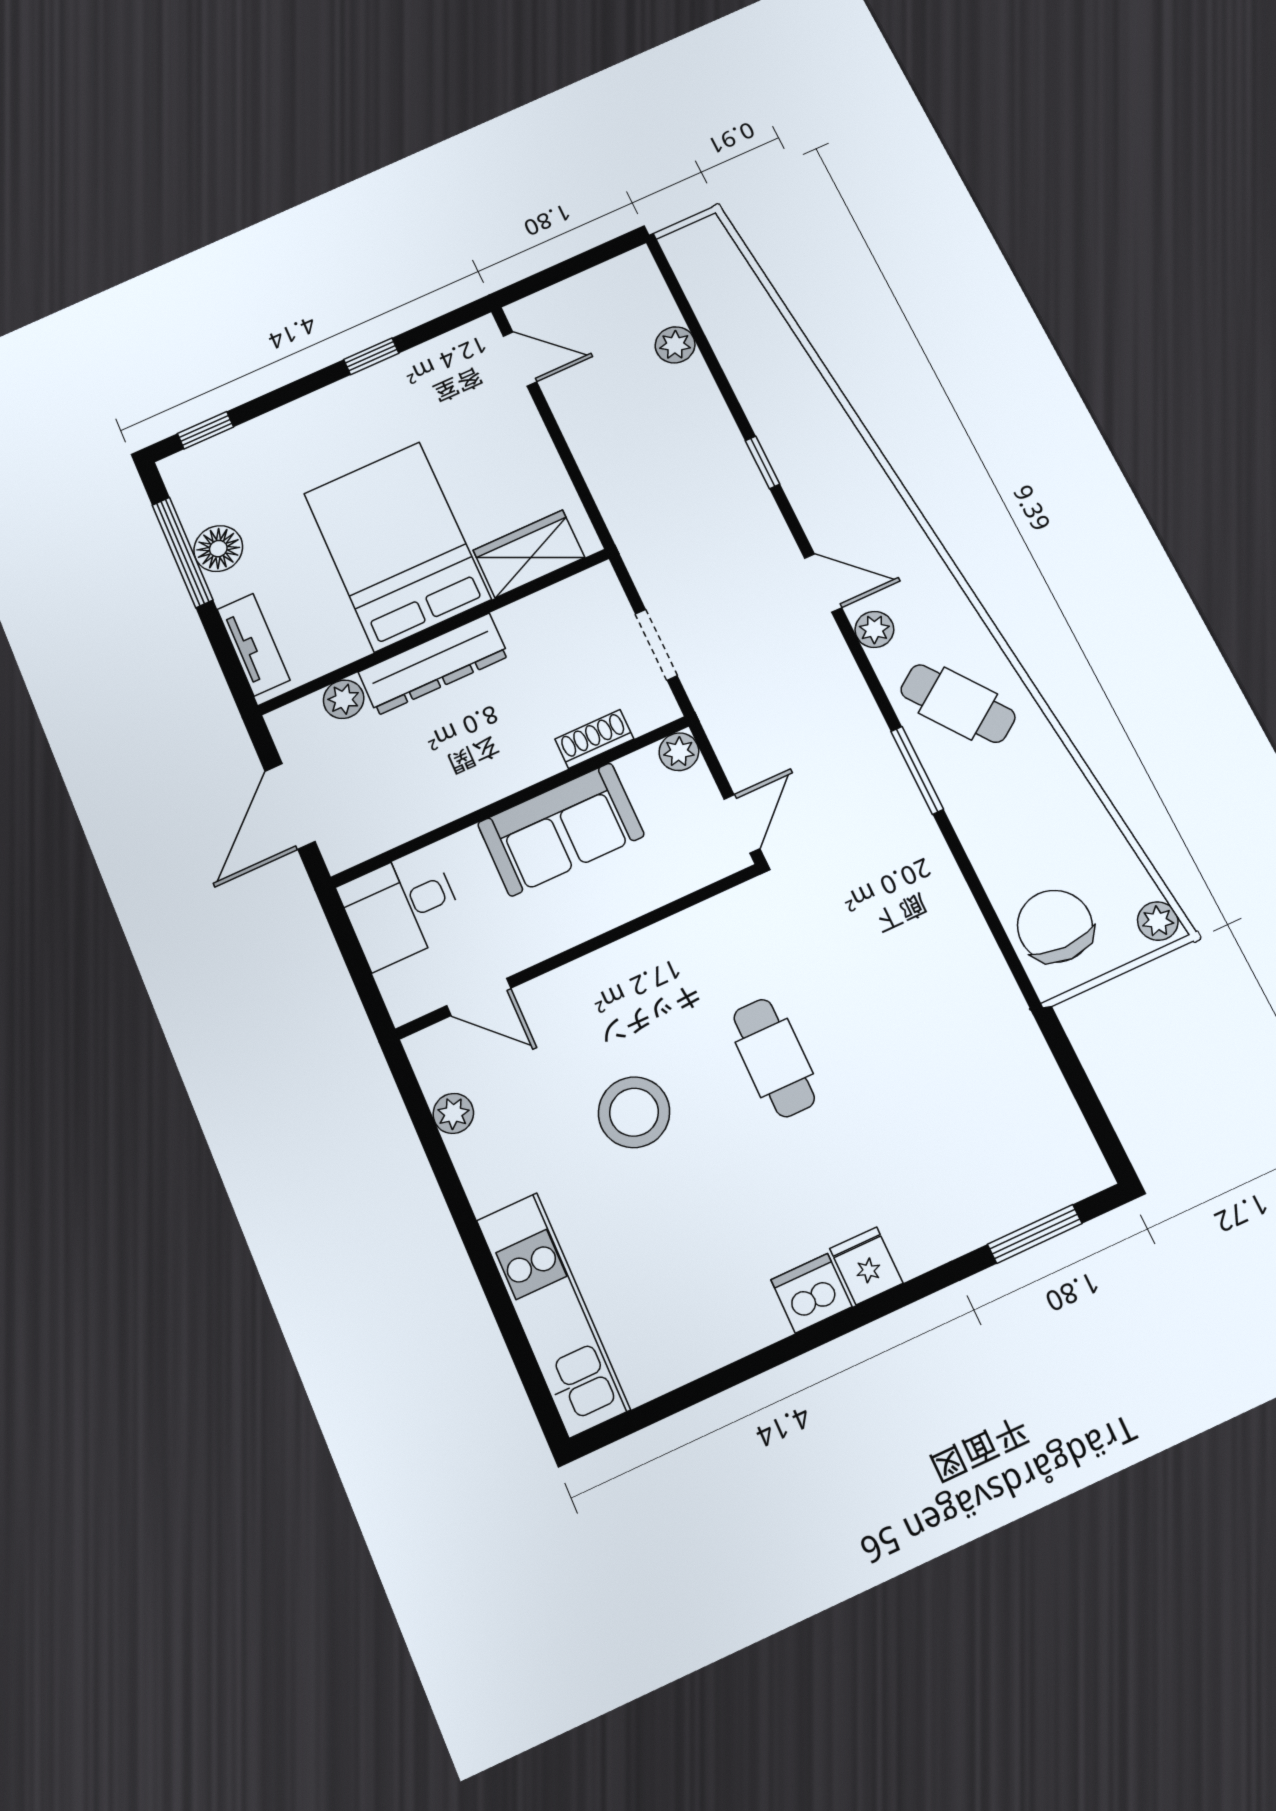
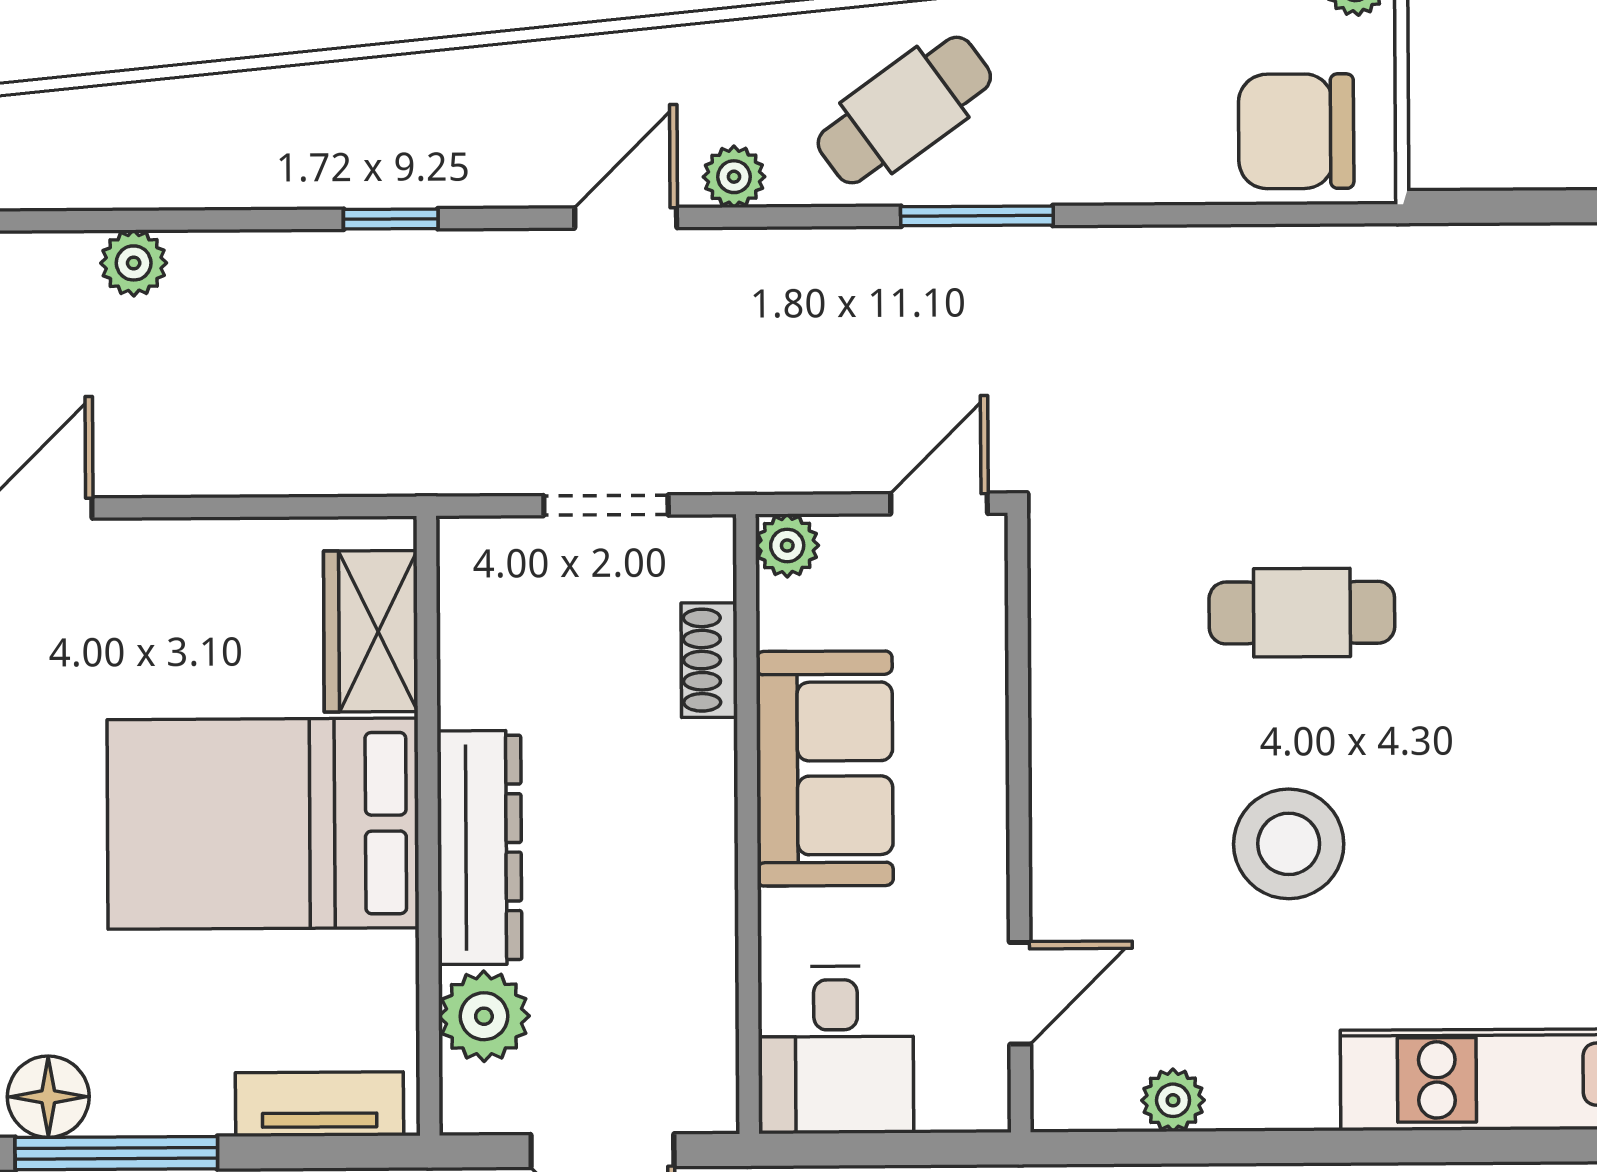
floor lamp: (218, 549) -> (48, 1097), moved
plant: (344, 699) -> (484, 1016), width x1.38, depth x1.38
door: (742, 824) -> (939, 504), hinge flipped

